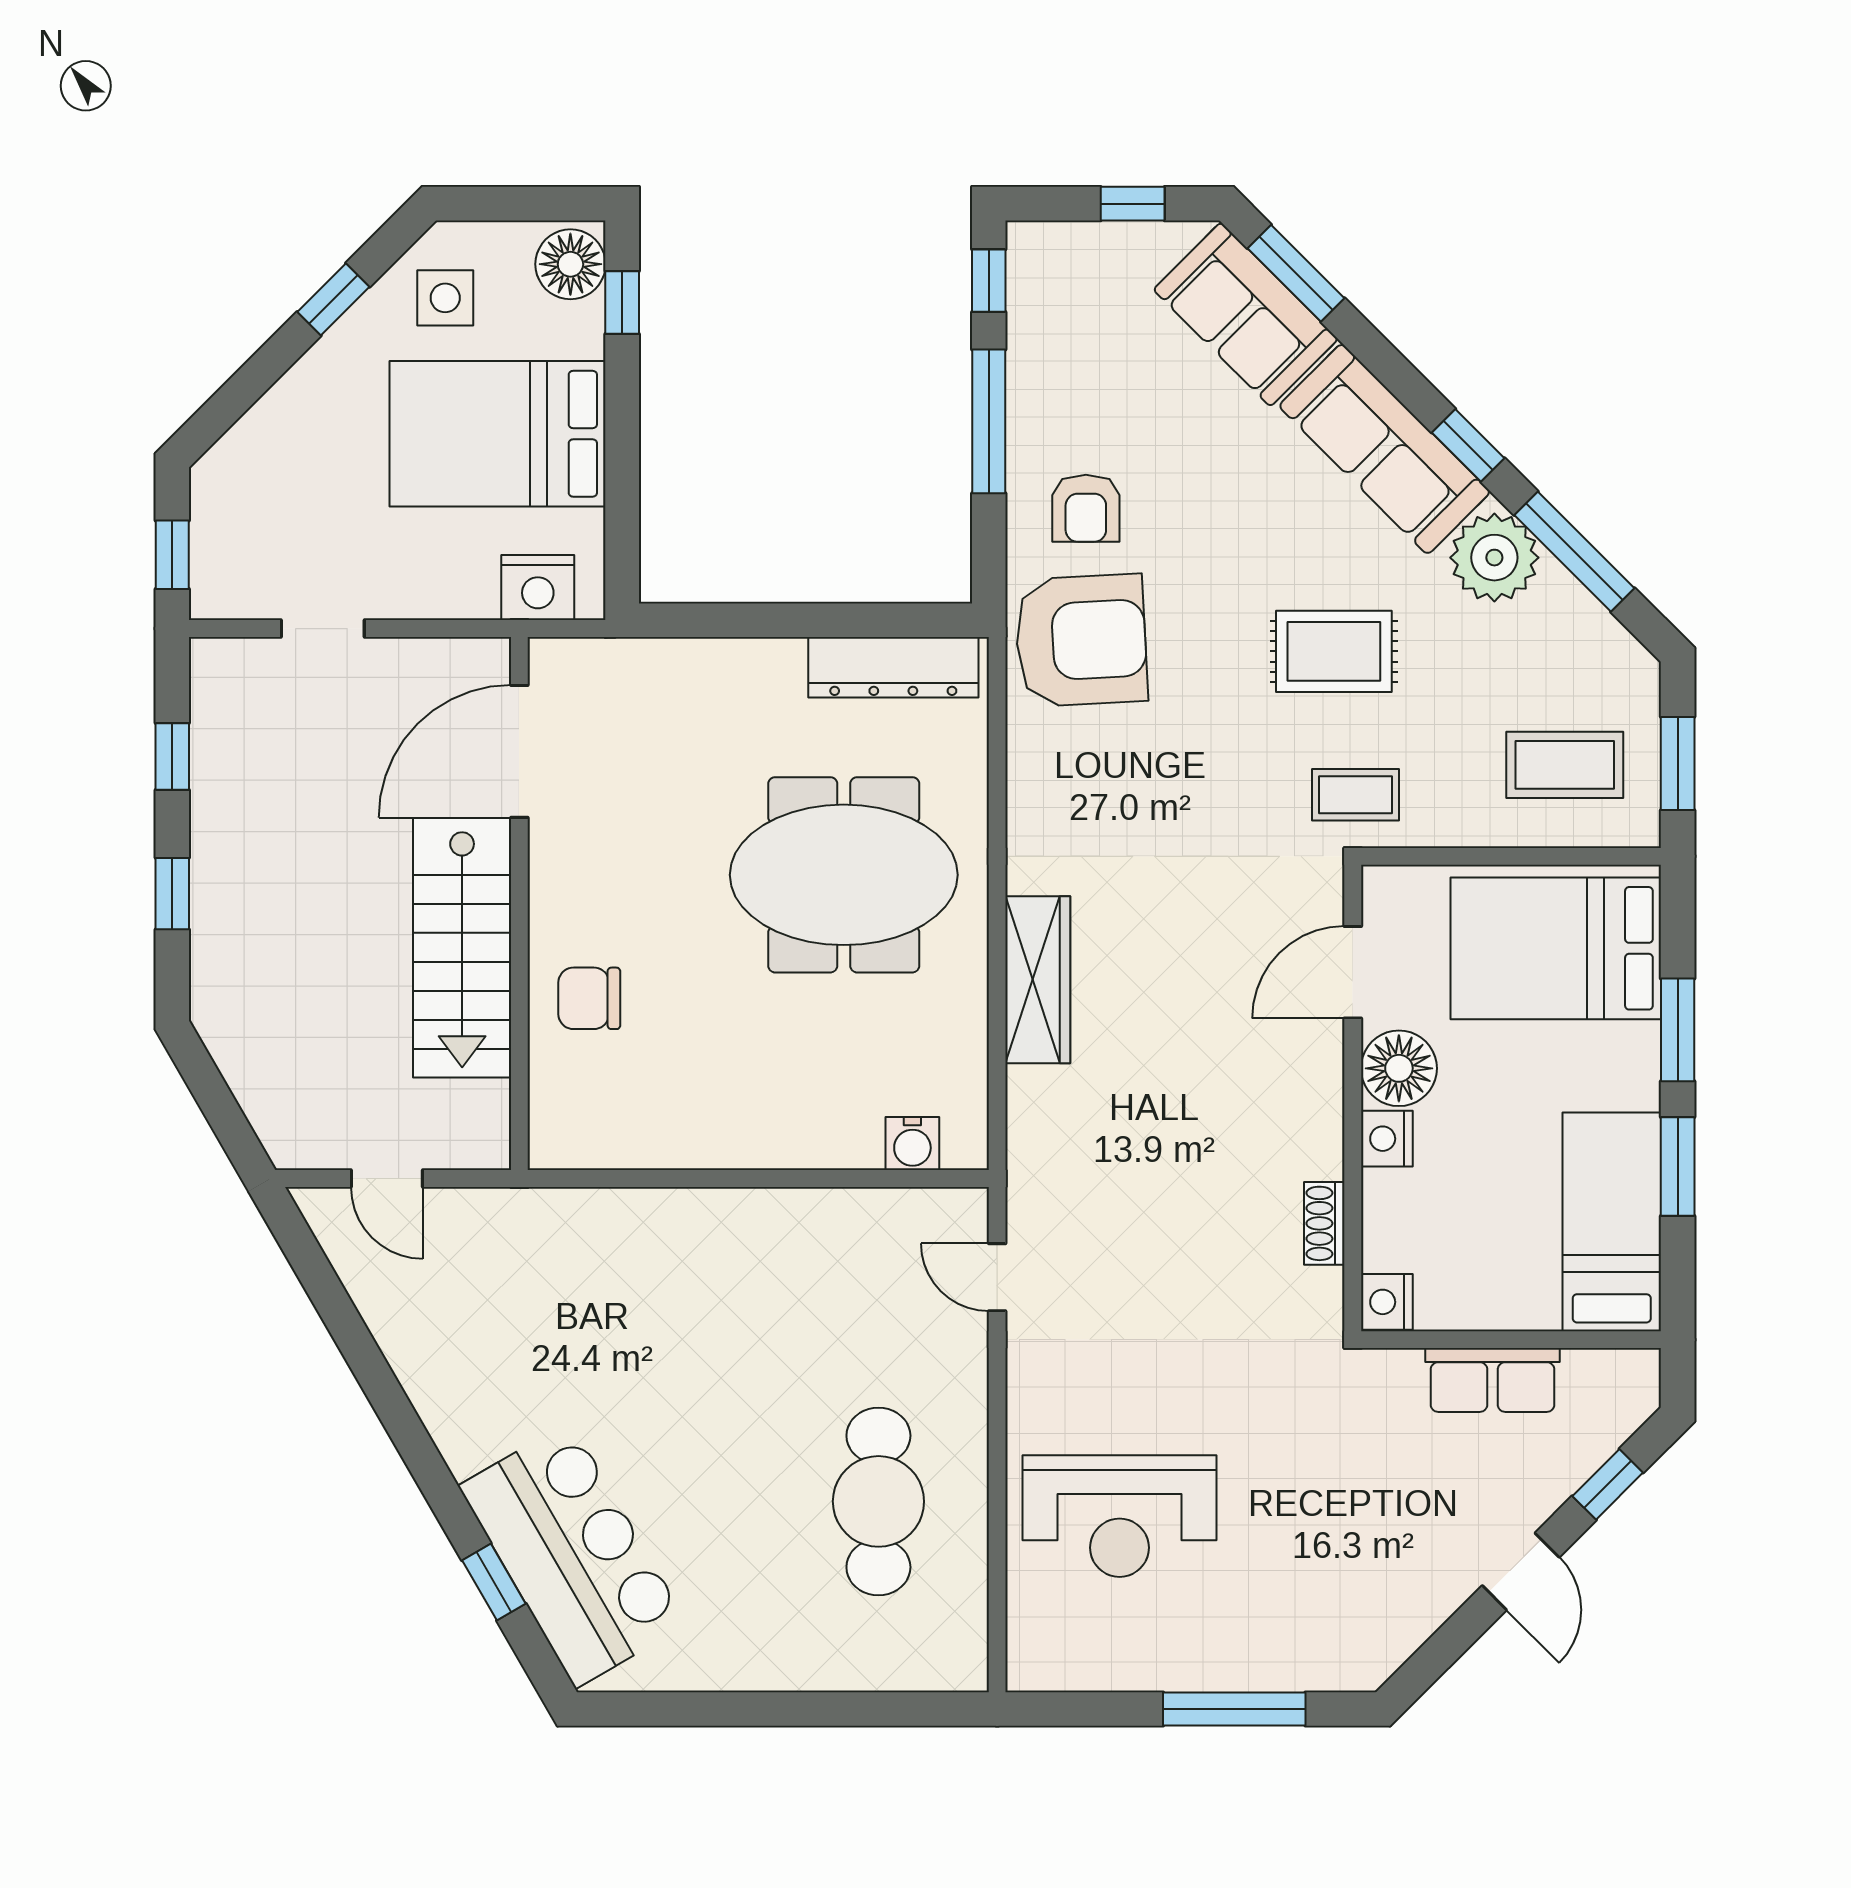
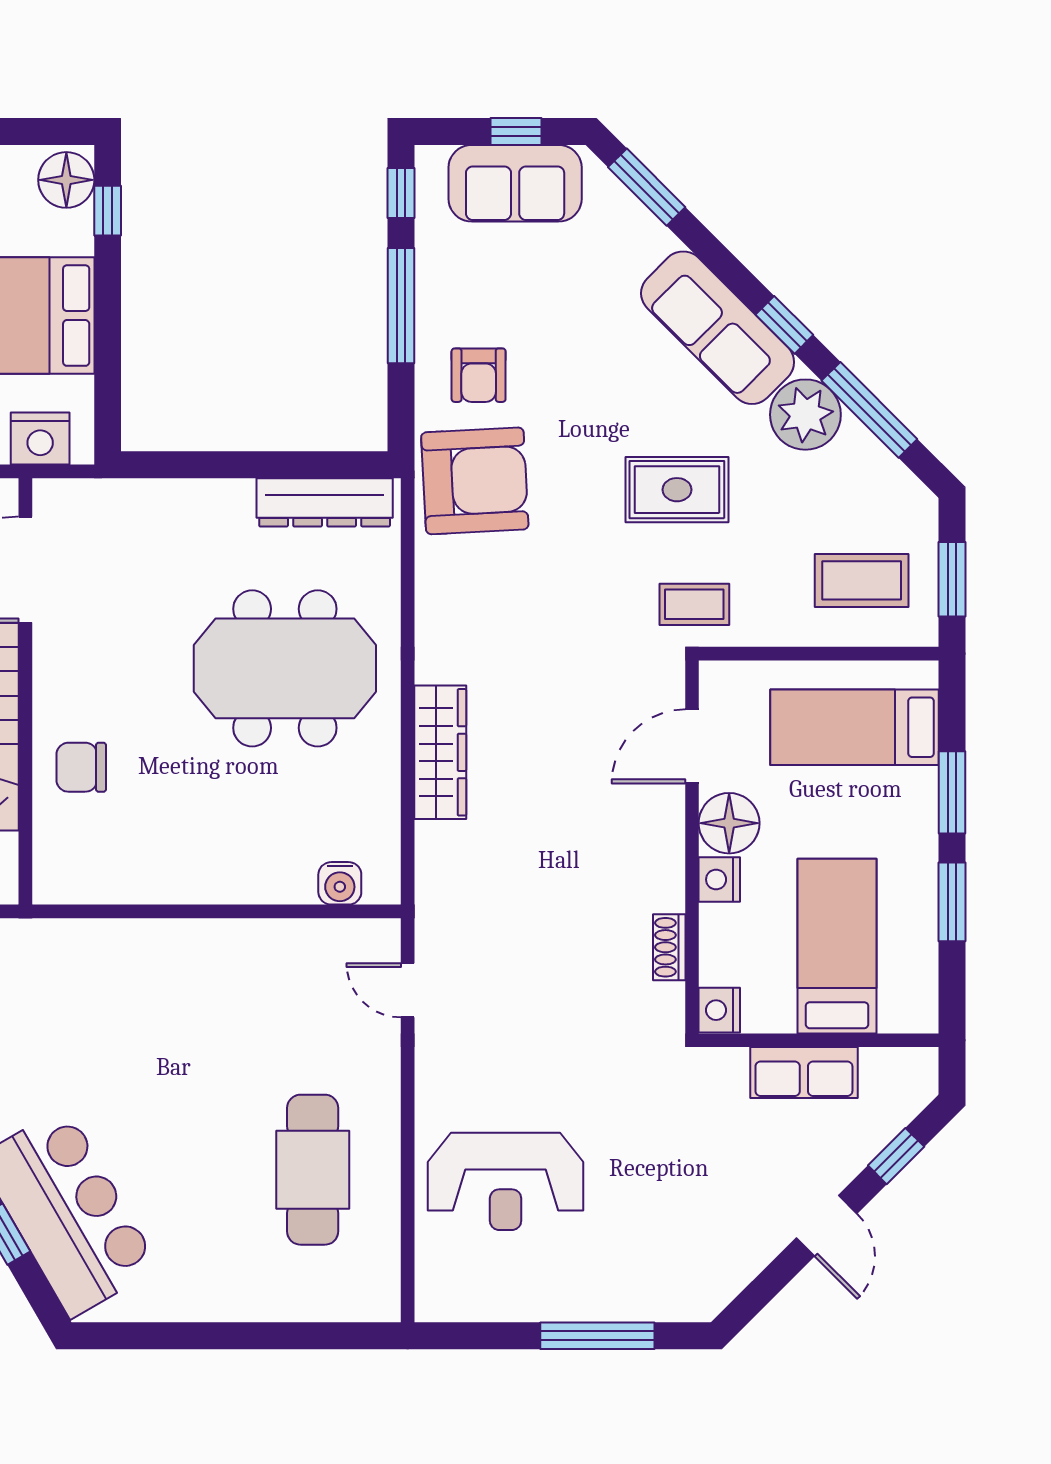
sofa: (1246, 314) -> (515, 183), moved, turned -45
bed: (1556, 948) -> (855, 727), width x0.67
bed: (1612, 1222) -> (837, 946), moved

